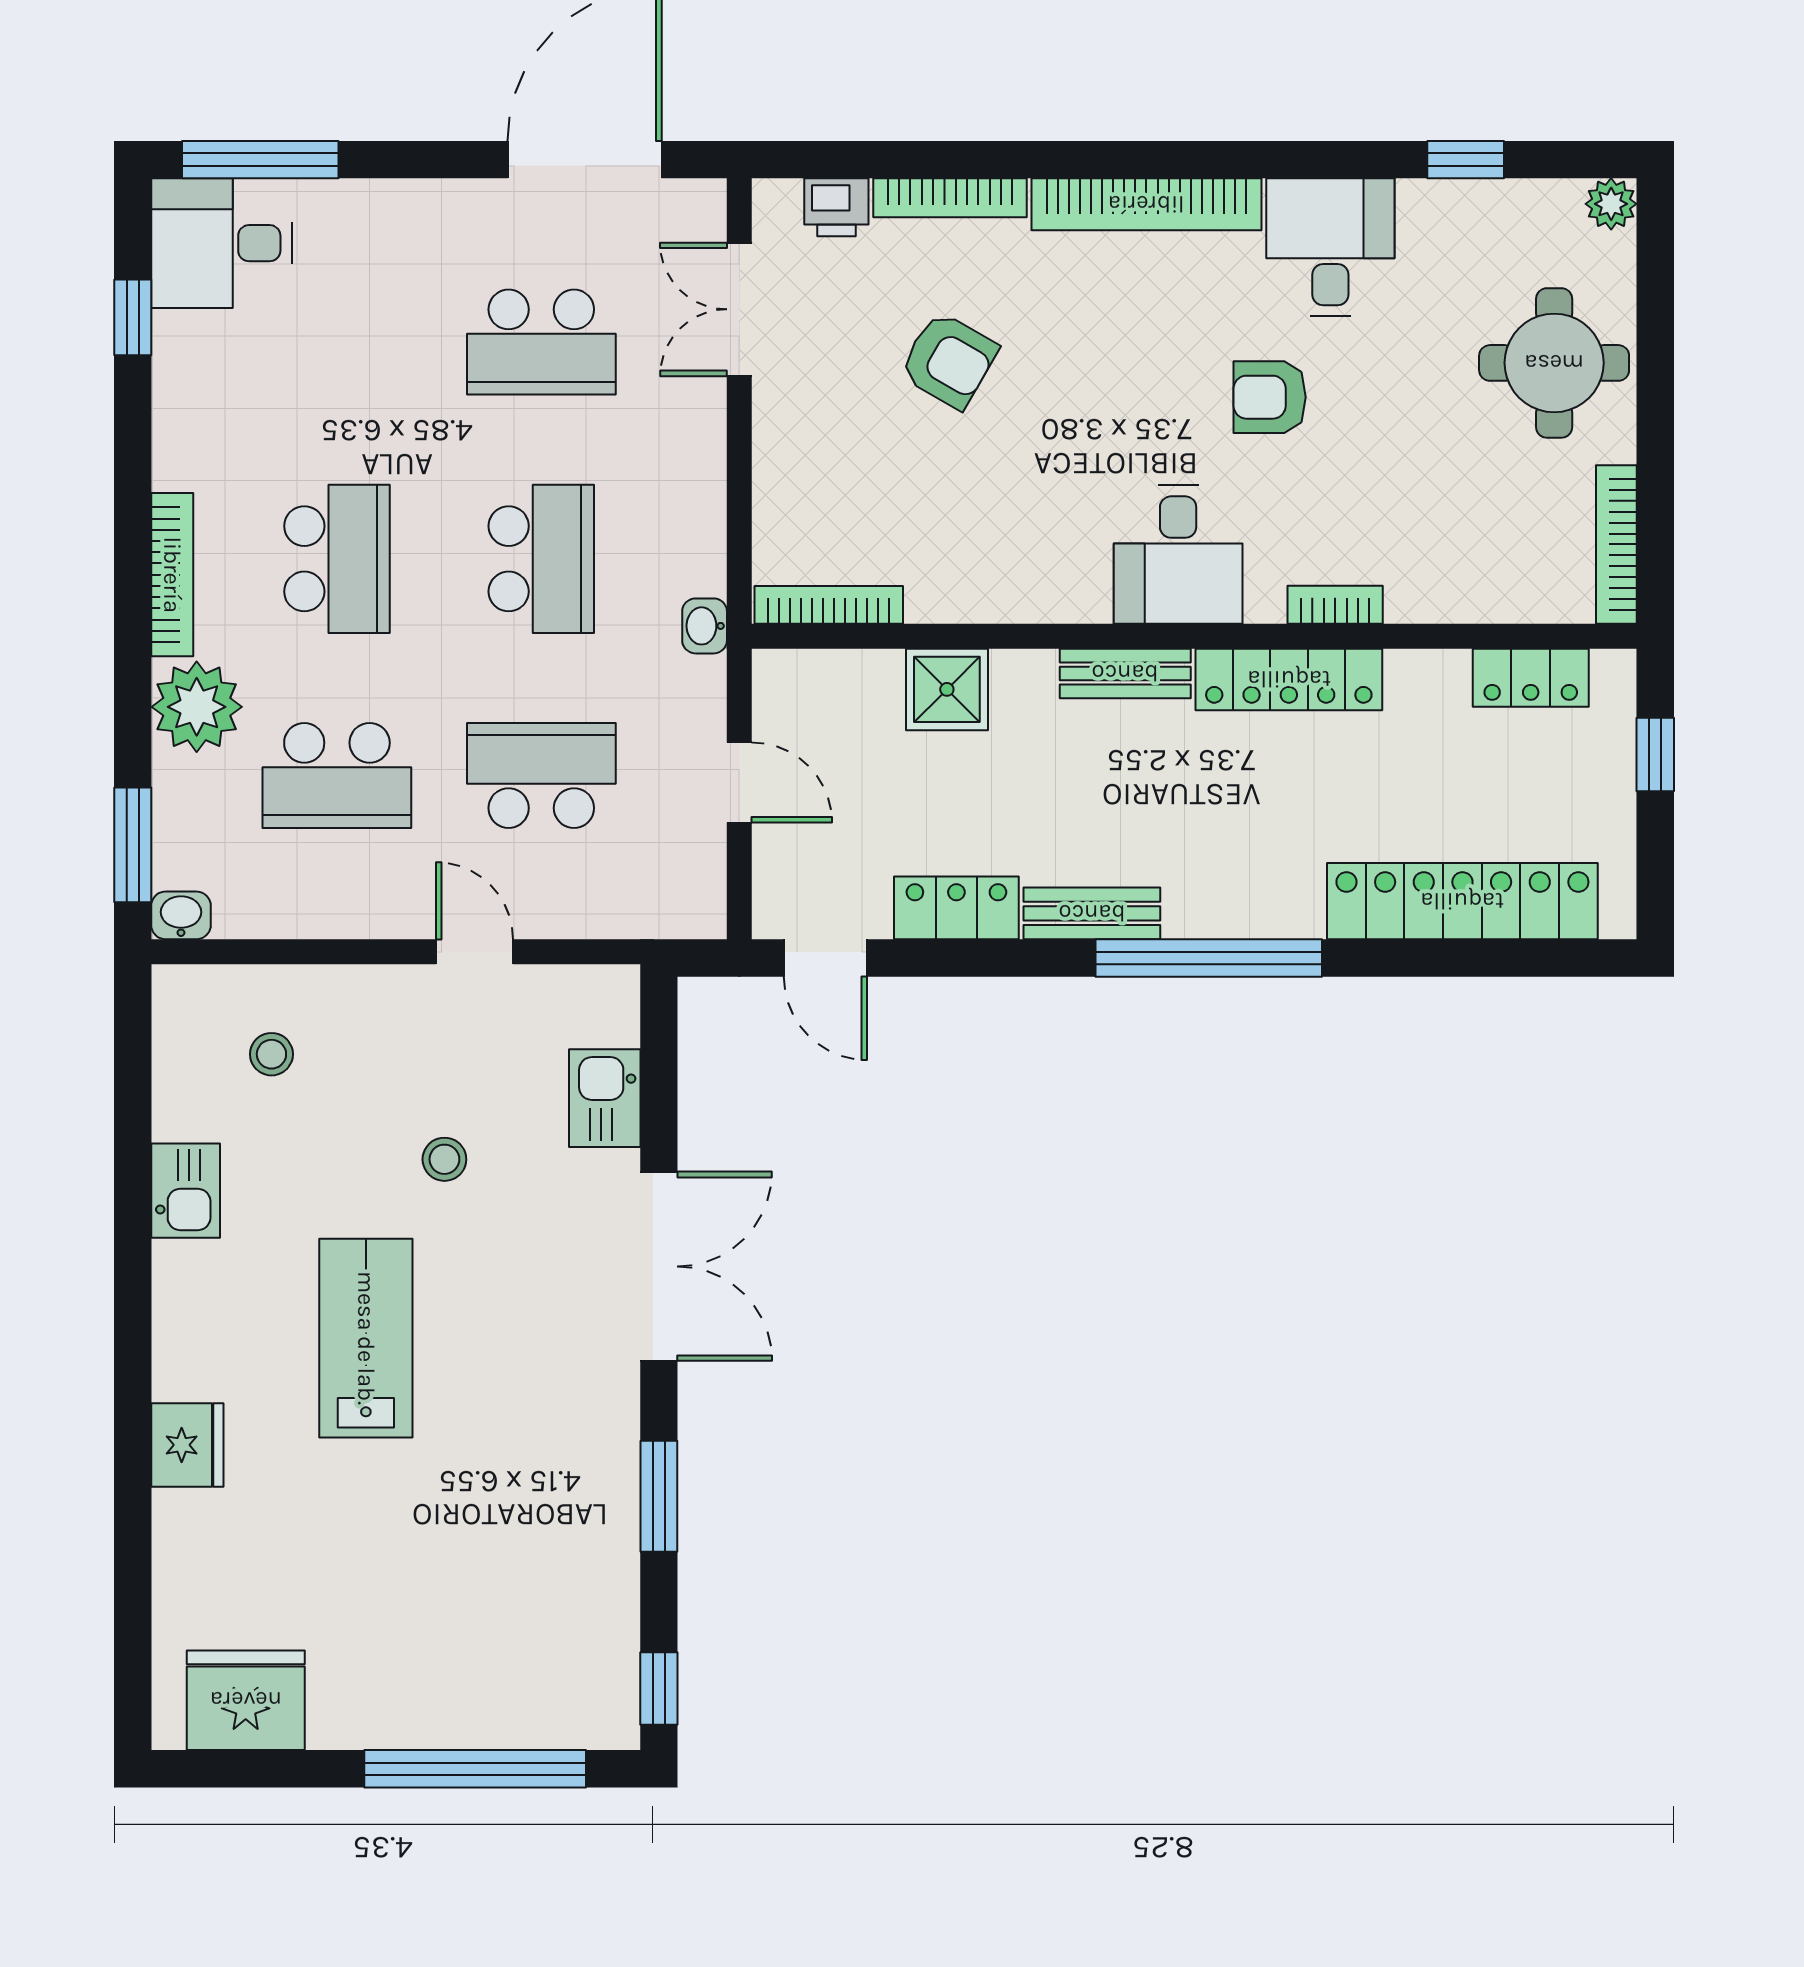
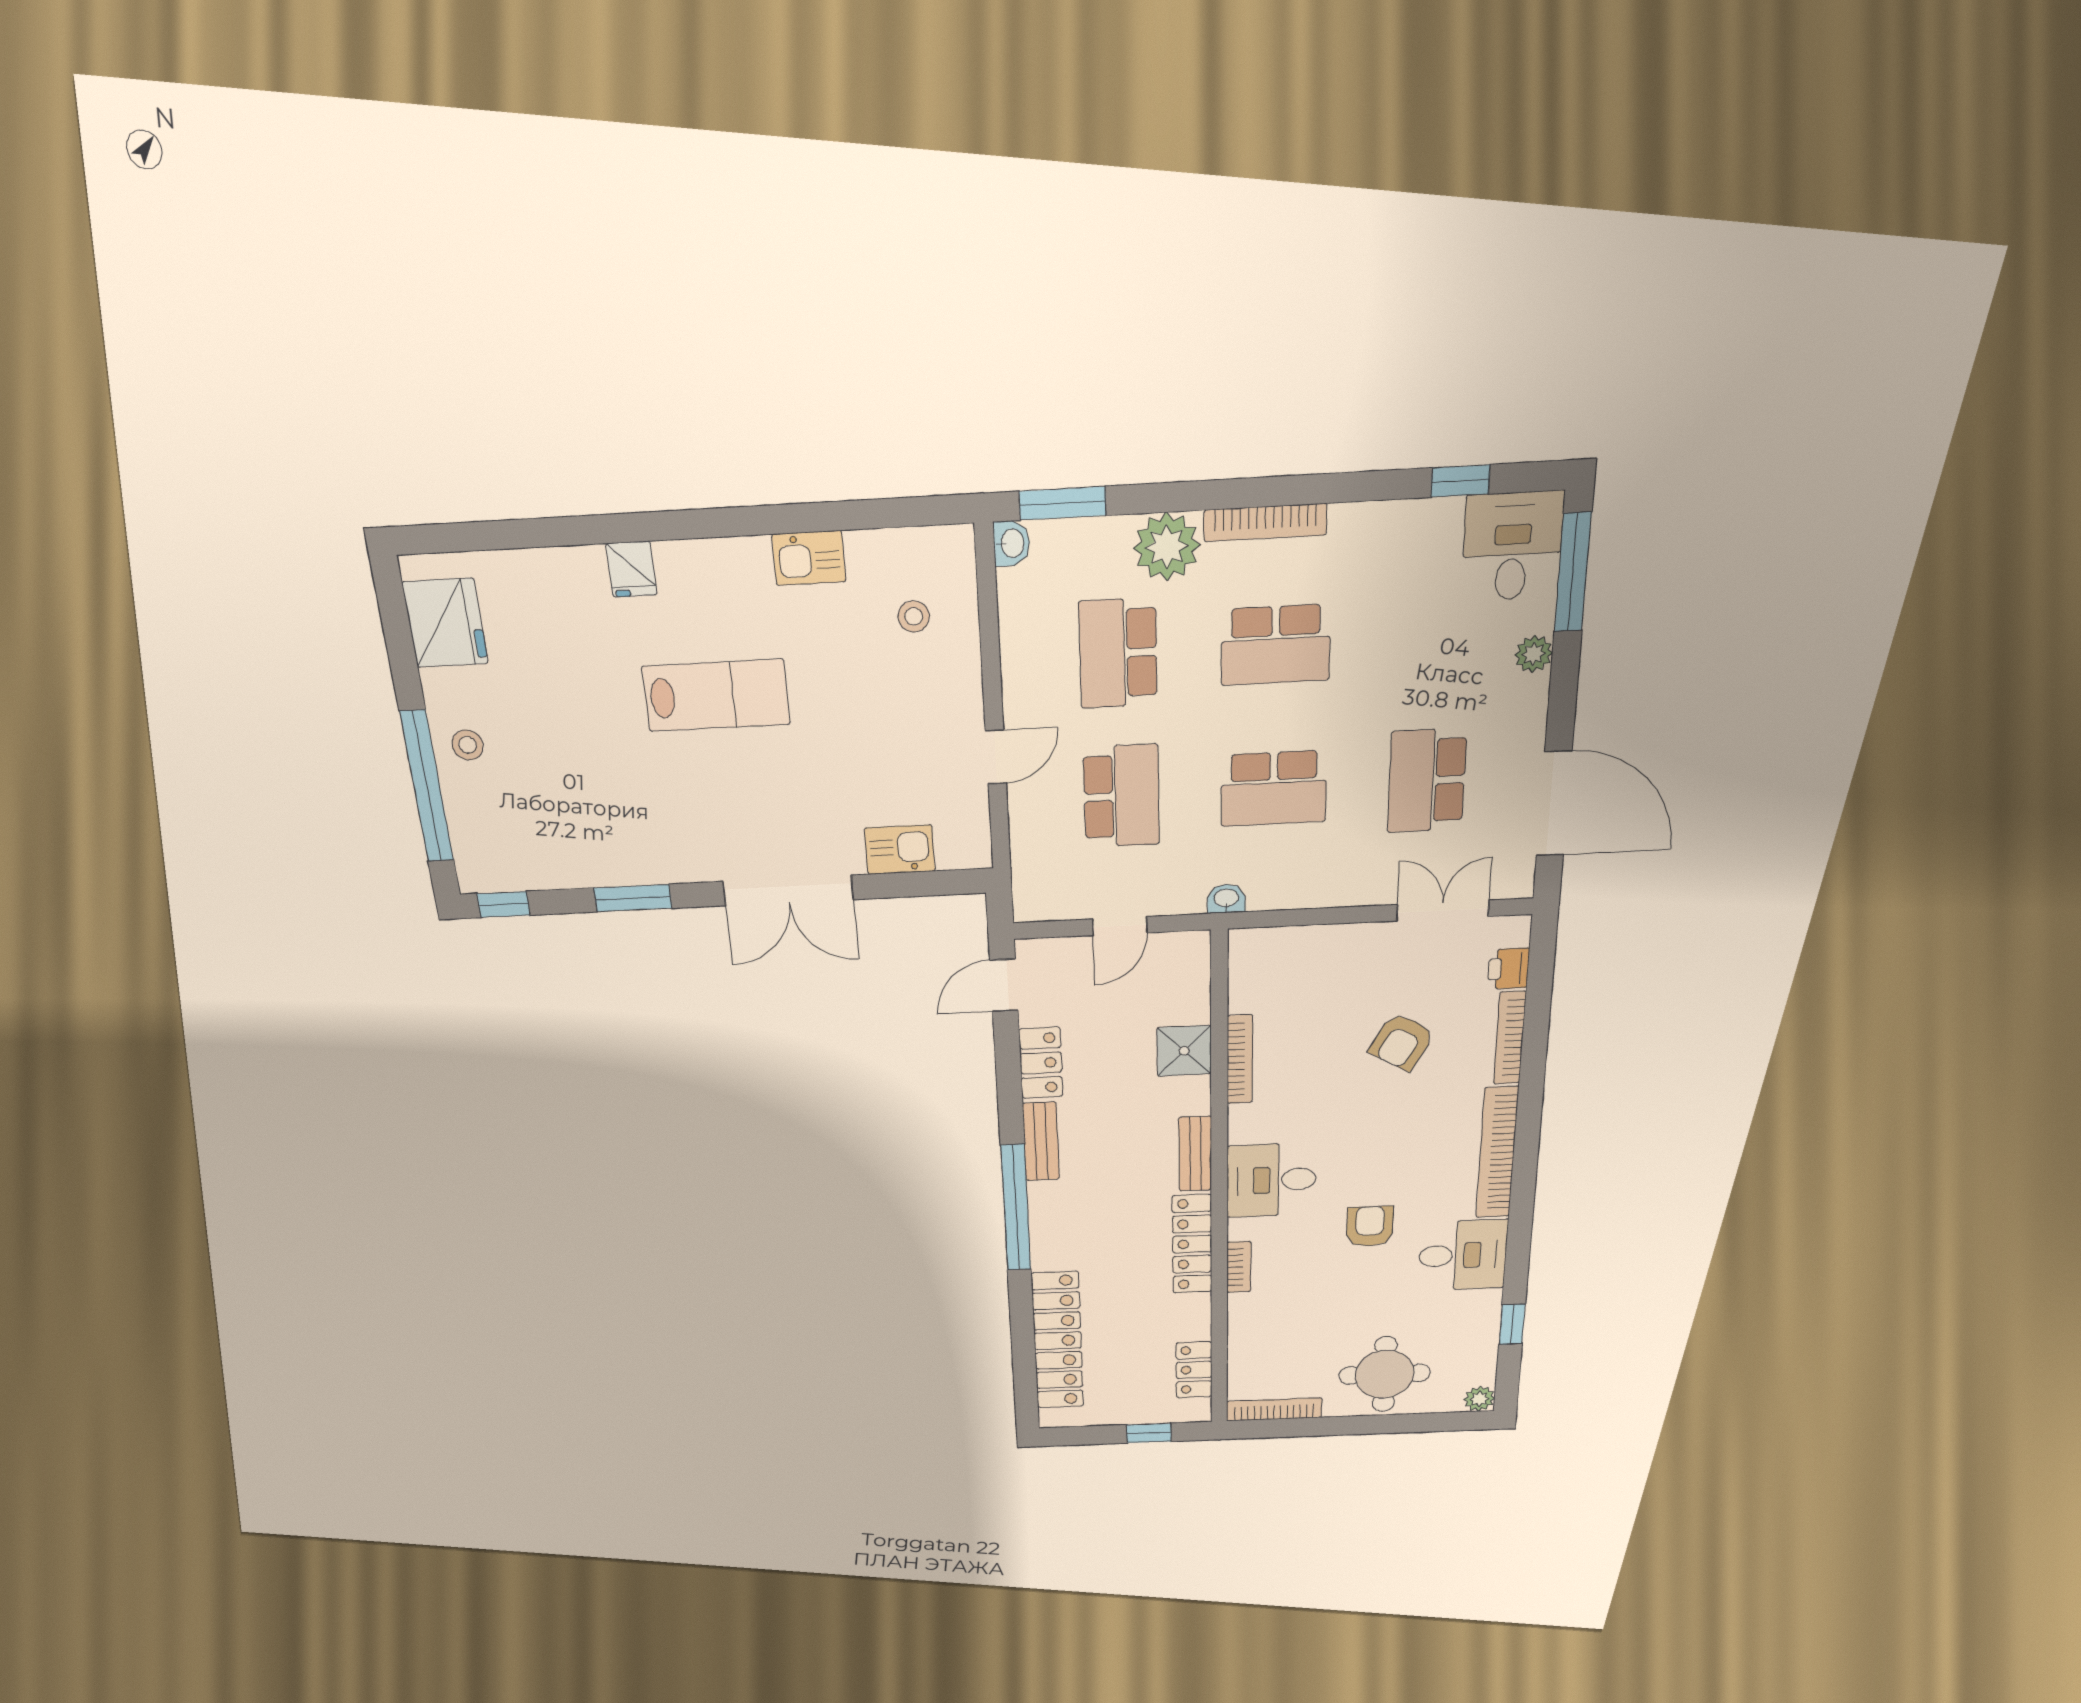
plant: (368, 204) -> (1534, 654), added
bookcase: (829, 605) -> (1240, 1059), moved
stool: (444, 1159) -> (468, 745), moved
fridge: (187, 1445) -> (631, 569), width x0.72

